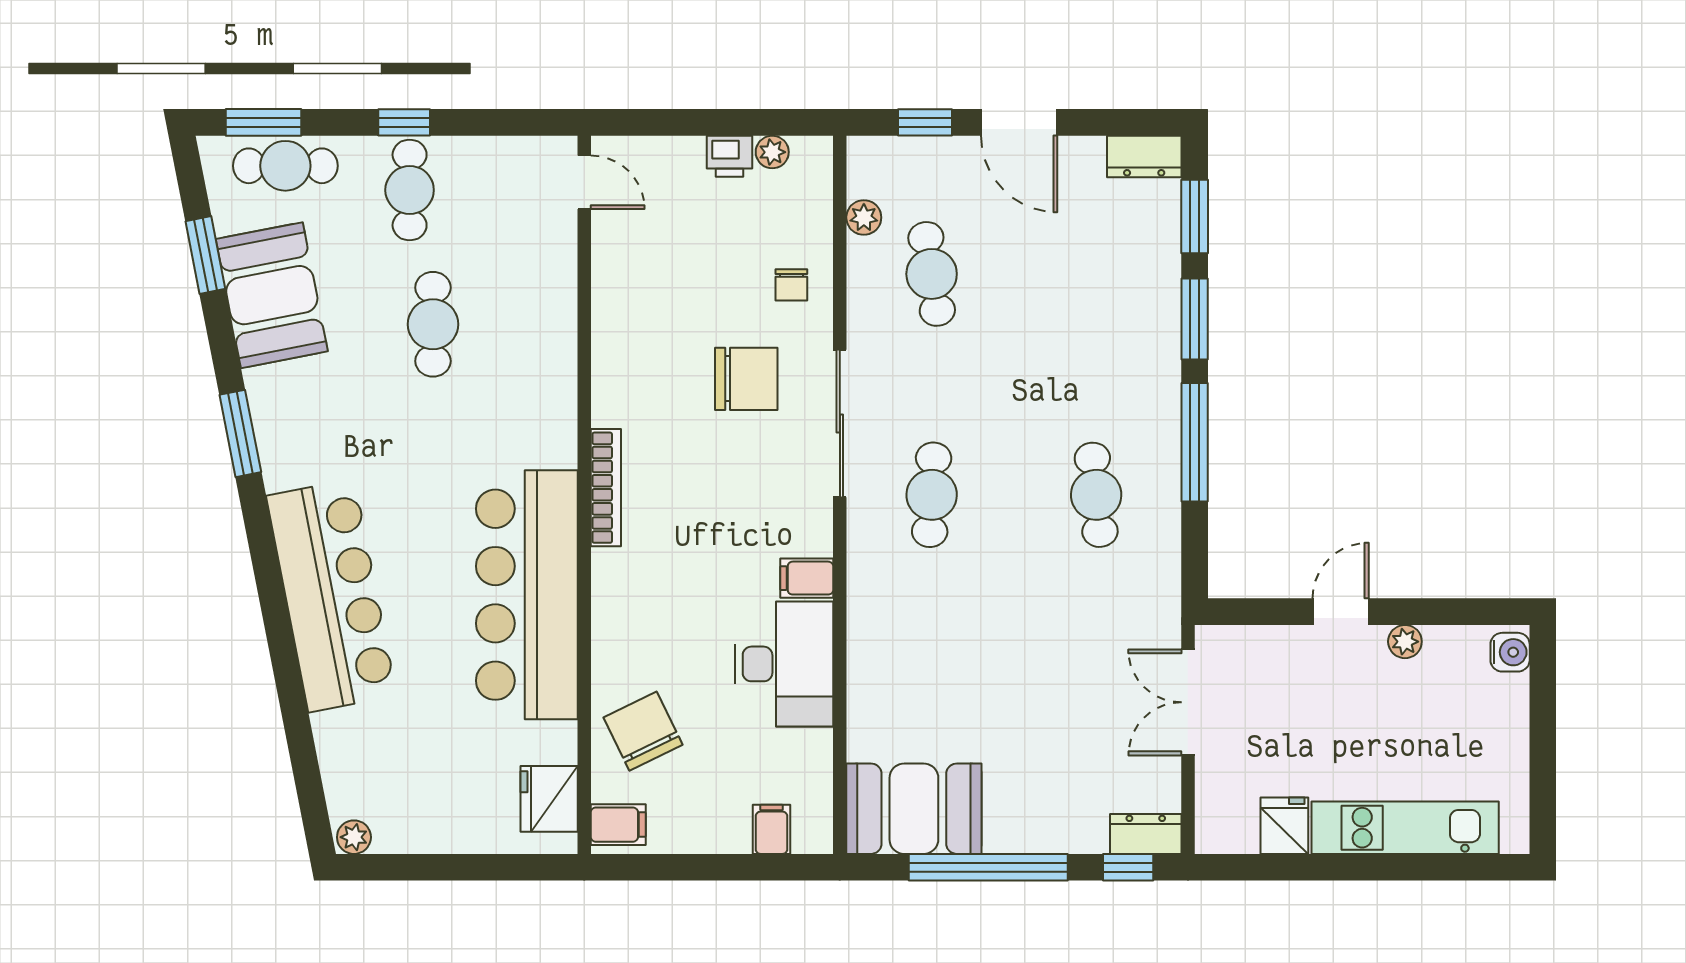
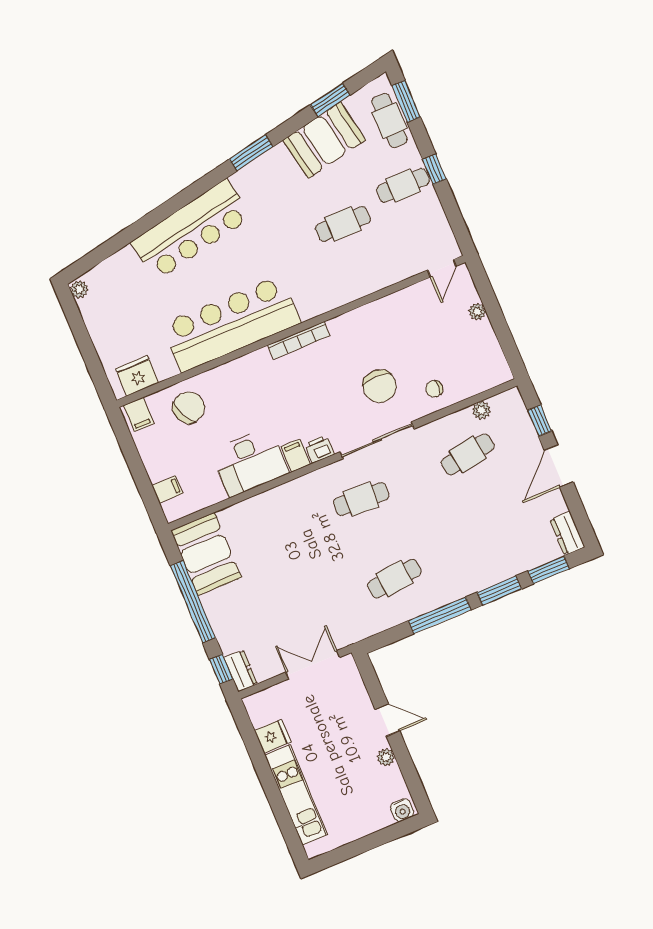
plant: (772, 152) -> (477, 312), moved
printer: (730, 156) -> (319, 449), moved, turned 90

